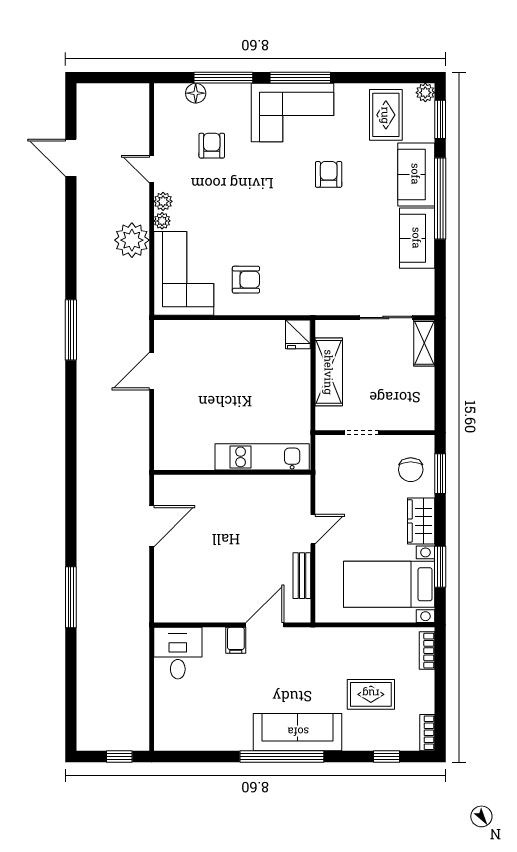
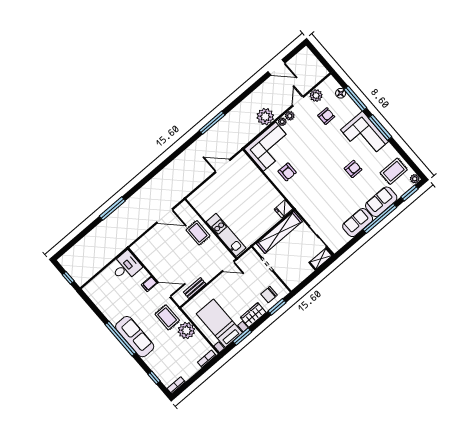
plant: (167, 134) -> (316, 96), added
door: (71, 158) -> (276, 67), swing flipped
shelving: (329, 372) -> (279, 233), width x1.47
rug: (222, 497) -> (198, 233), added
door: (313, 529) -> (228, 266), moved
plant: (357, 645) -> (186, 330), added
rug: (371, 694) -> (167, 317), moved

